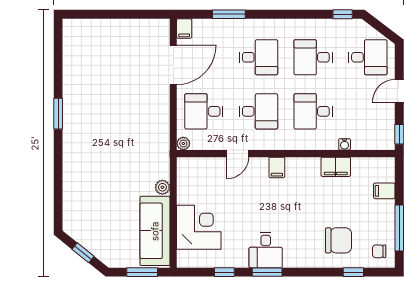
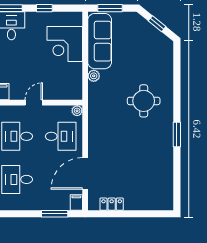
window: (229, 14) -> (55, 214), moved
locker: (140, 26) -> (112, 204), added
round table: (100, 156) -> (144, 101), added

